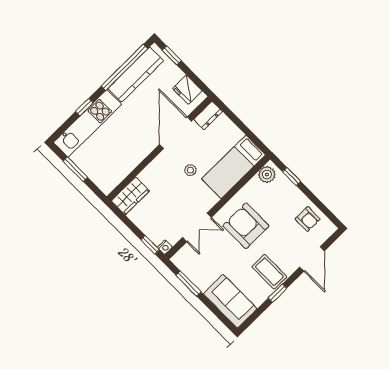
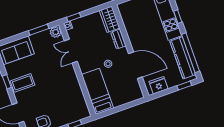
dresser: (208, 115) -> (118, 39), moved
plant: (267, 174) -> (56, 32), moved
armchair: (246, 226) -> (58, 82), removed

